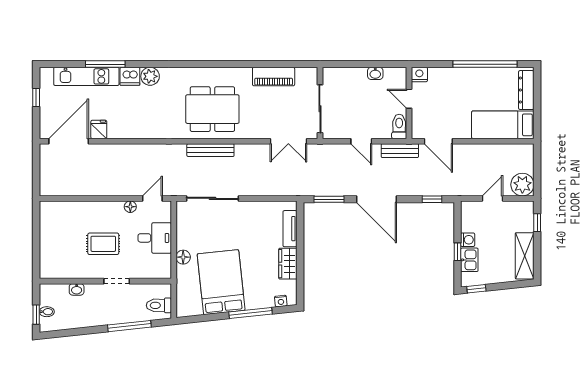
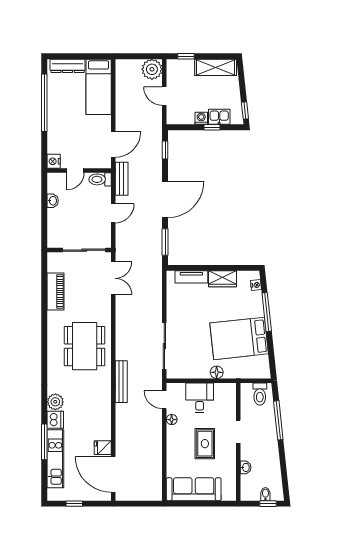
bench: (210, 150) -> (121, 382), moved
sofa: (52, 231) -> (194, 489), added

